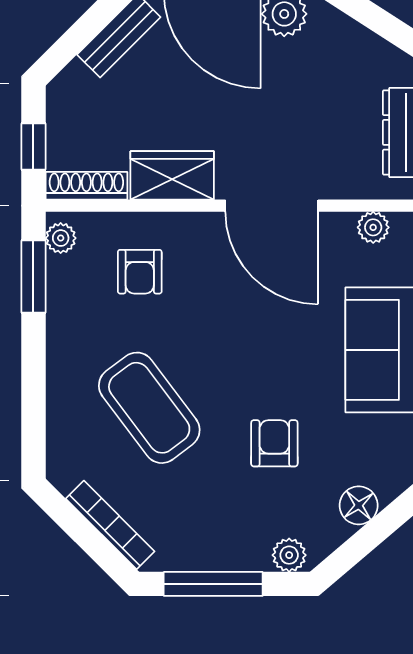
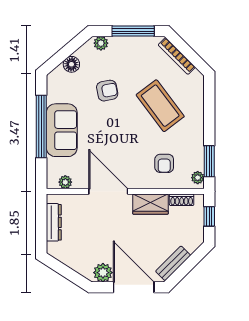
shoe rack: (86, 186) -> (182, 200), width x0.70
armchair: (140, 272) -> (164, 163), turned 180
armchair: (274, 443) -> (107, 91), turned -101

